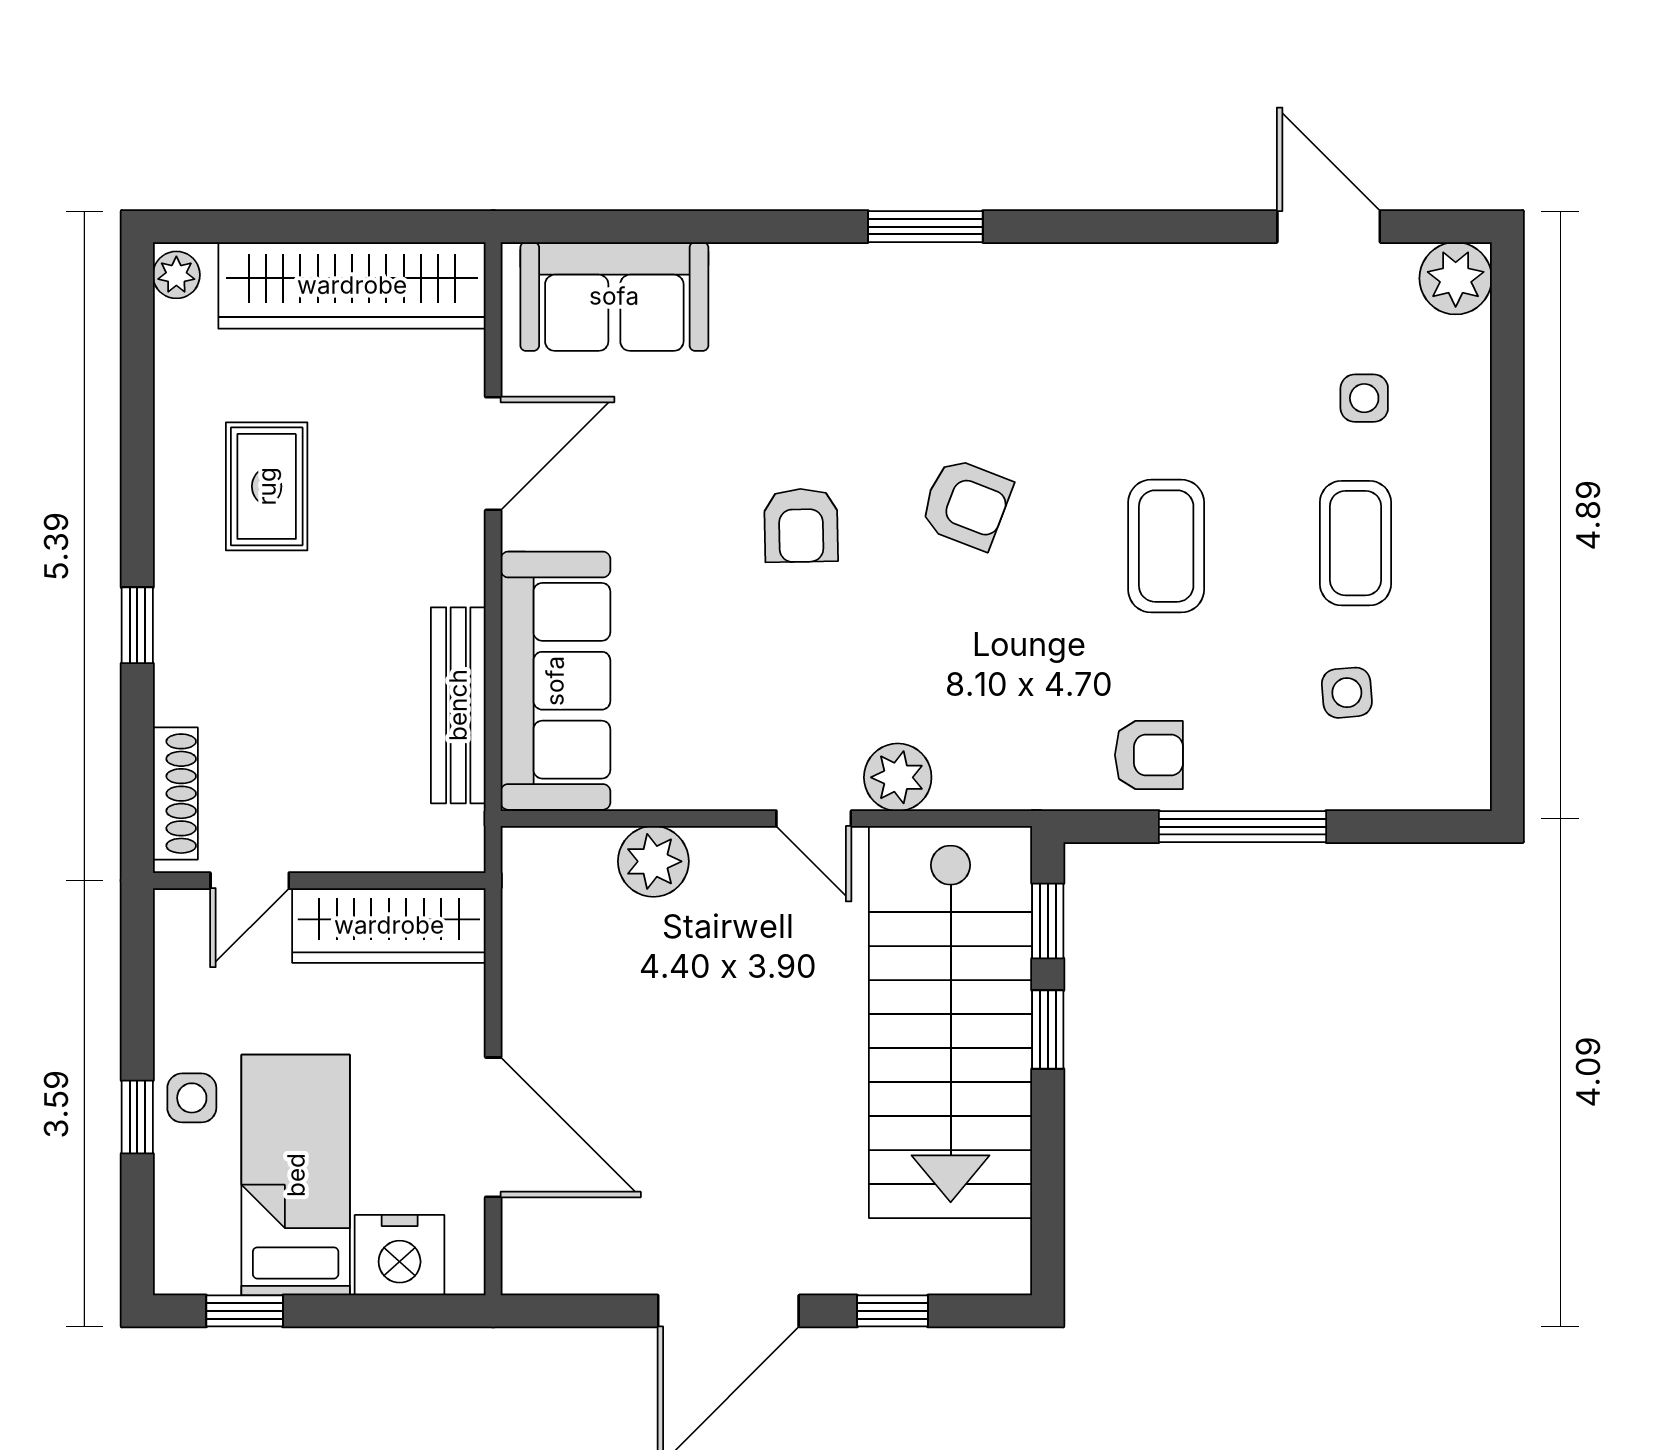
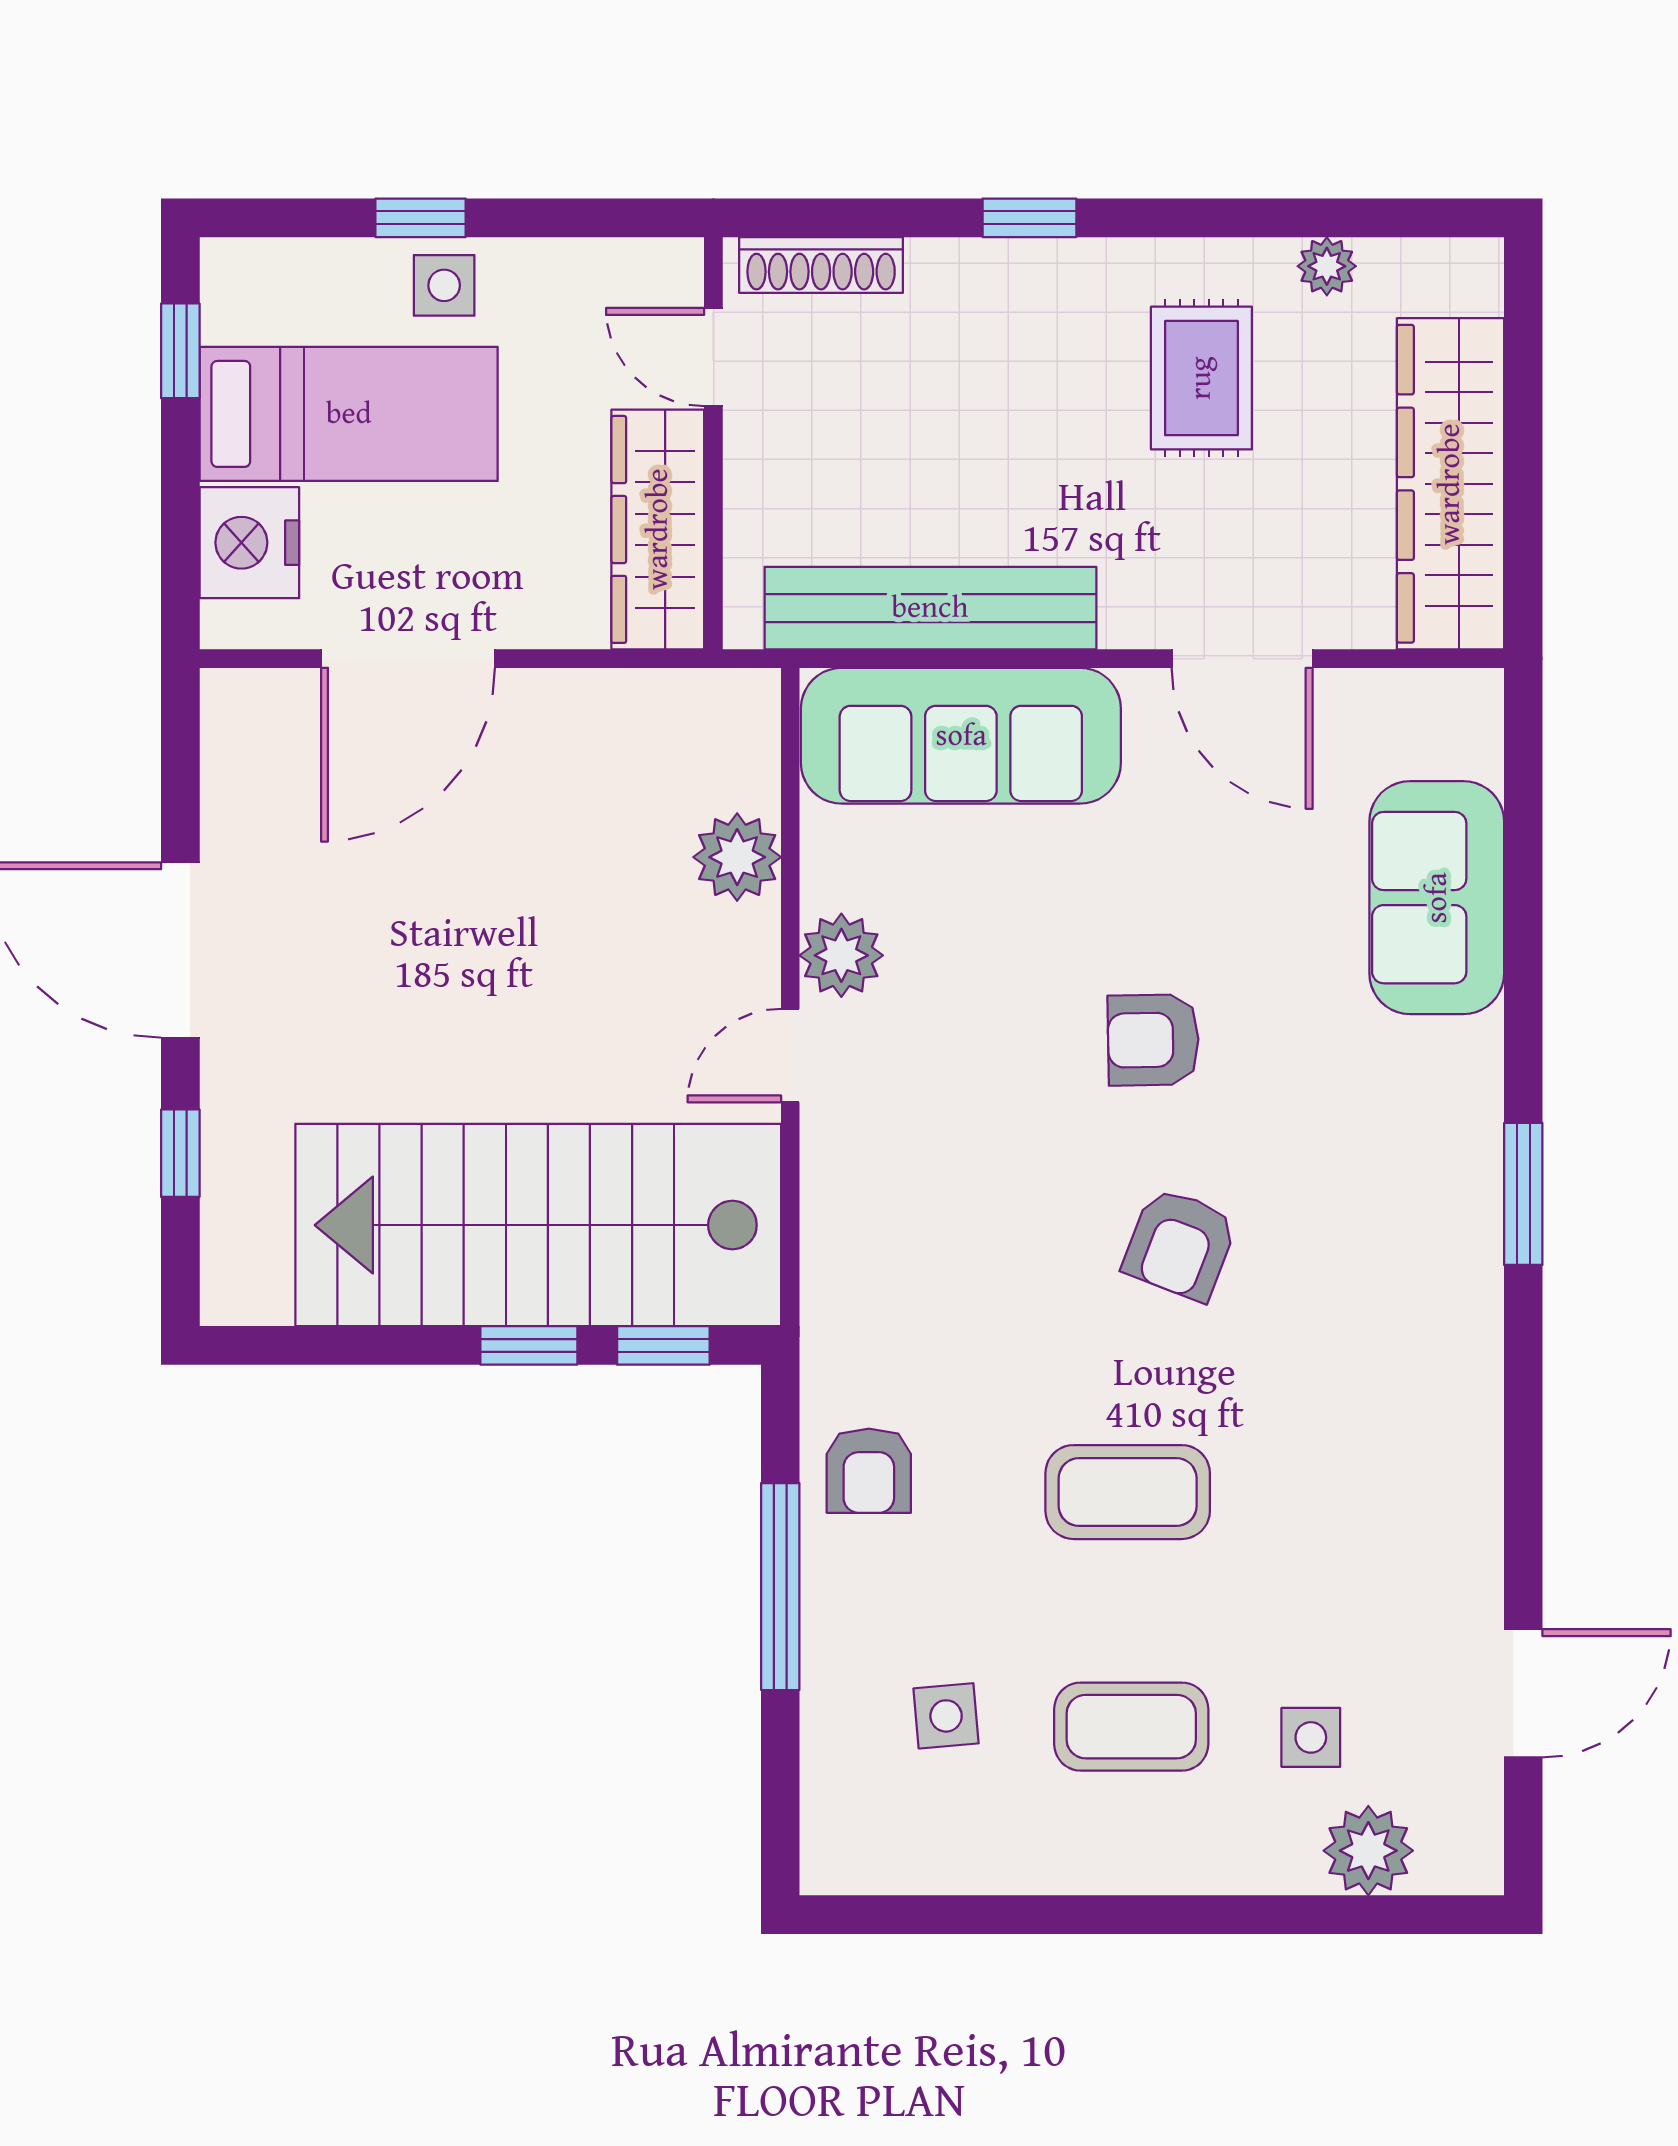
plant: (176, 275) -> (1327, 266), moved
plant: (1456, 278) -> (1368, 1851), moved
sofa: (614, 296) -> (1437, 898), moved
rug: (267, 486) -> (1201, 378), turned 90
bench: (458, 705) -> (930, 608), width x1.37, depth x1.21
plant: (898, 777) -> (841, 955), moved

